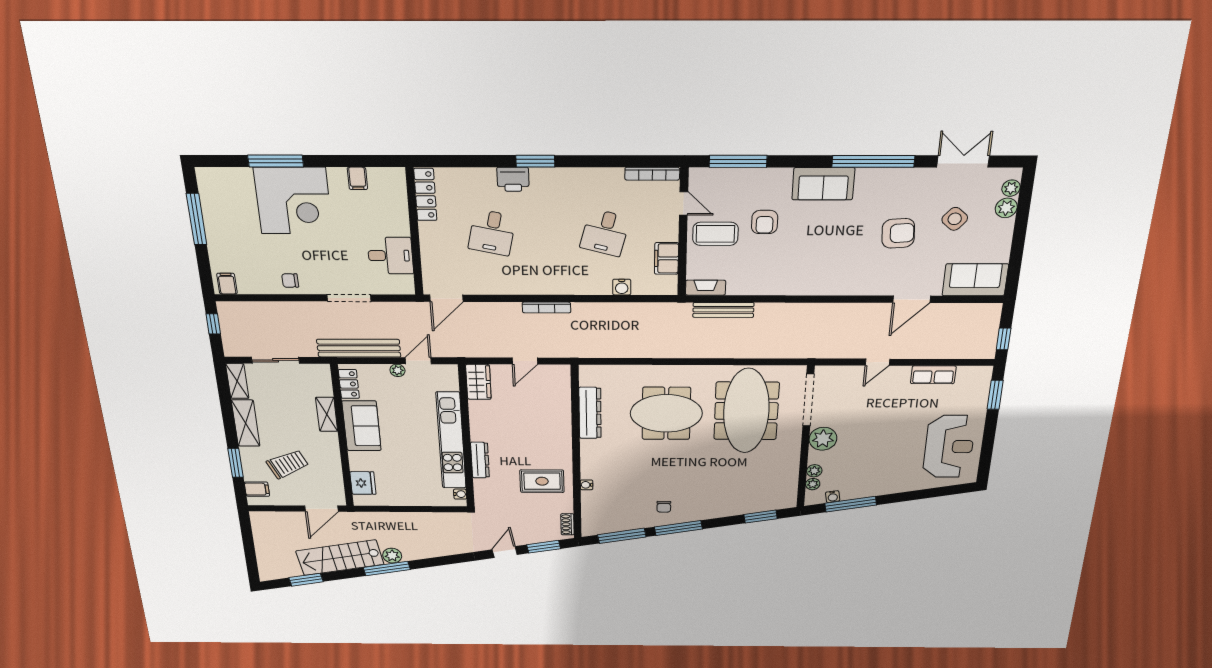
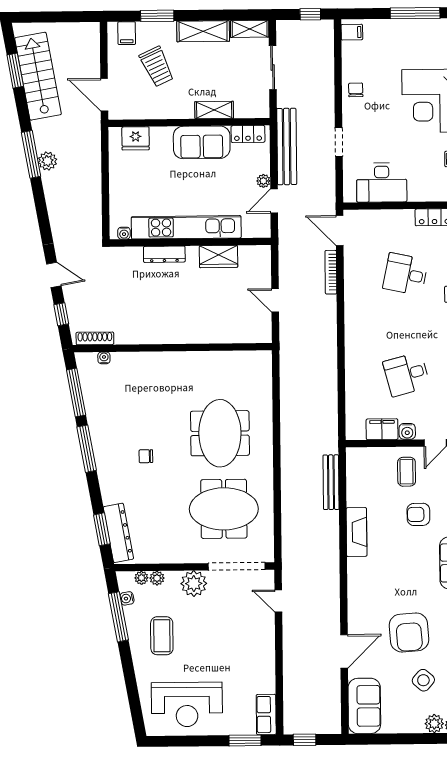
desk: (605, 233) -> (406, 374), turned -30
armchair: (898, 233) -> (409, 632), width x1.36, depth x1.36
coffee table: (715, 234) -> (407, 472), width x0.73, depth x0.77
desk: (390, 256) -> (382, 183), width x1.37
water cooler: (622, 287) -> (407, 431), moved, turned -90
fireplace: (706, 288) -> (357, 532), moved, width x1.37, depth x1.32
doorway: (349, 298) -> (339, 142), width x0.73
door: (912, 299) -> (344, 651), swing flipped
bookcase: (546, 307) -> (331, 272), moved
door: (418, 361) -> (274, 201), swing flipped
door: (877, 362) -> (278, 601), moved
row of seats: (933, 375) -> (266, 715), moved
wardrobe: (478, 382) -> (218, 257), moved
meeting table: (746, 411) -> (224, 509), width x0.73
dresser: (590, 413) -> (118, 533), moved, turned -100
coffee table: (874, 467) -> (162, 636), added
rug: (542, 481) -> (141, 314), removed
water cooler: (587, 485) -> (104, 358), moved
chair: (664, 507) -> (146, 456), moved
shoe rack: (567, 524) -> (95, 338), width x1.43
window: (544, 547) -> (61, 314), width x0.67
stairs: (340, 558) -> (38, 76), moved

